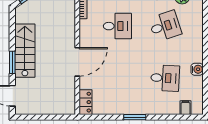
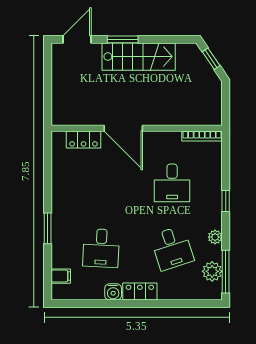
locker: (197, 50) -> (140, 292), added
locker: (86, 102) -> (84, 140), moved
window: (135, 117) -> (48, 228), moved

